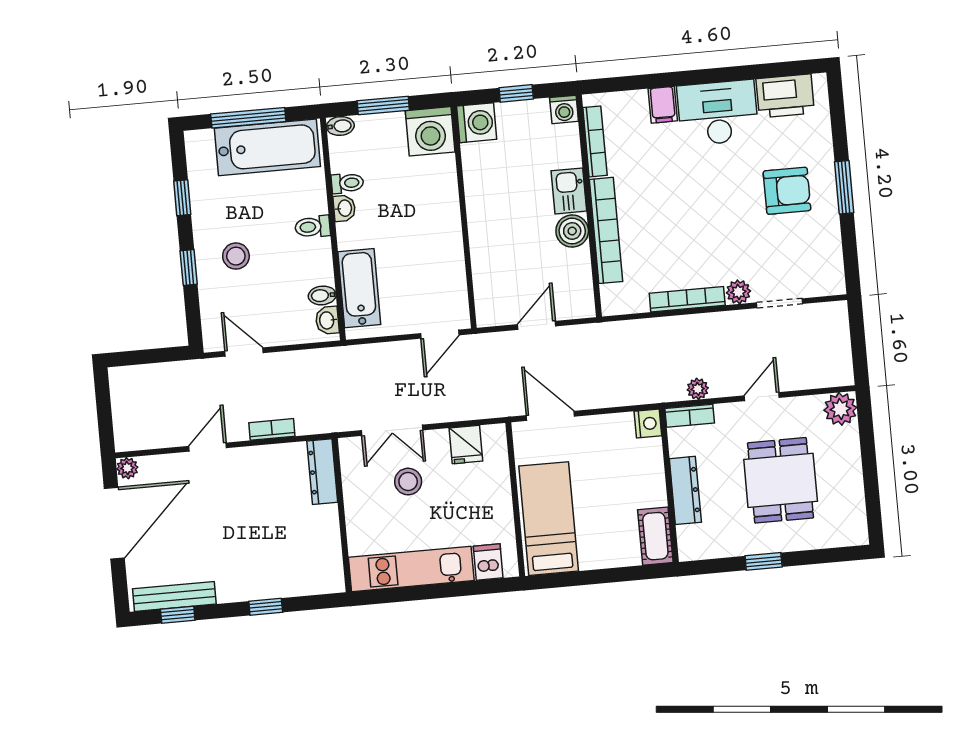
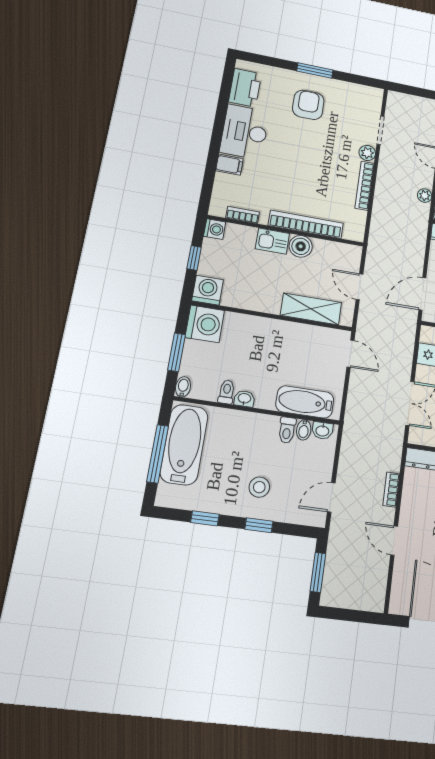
bookcase: (595, 141) -> (243, 215), width x0.64
toilet: (313, 227) -> (287, 430), moved
shelving: (488, 266) -> (311, 309), added
window: (147, 356) -> (318, 572), added
plant: (127, 468) -> (397, 606), removed

